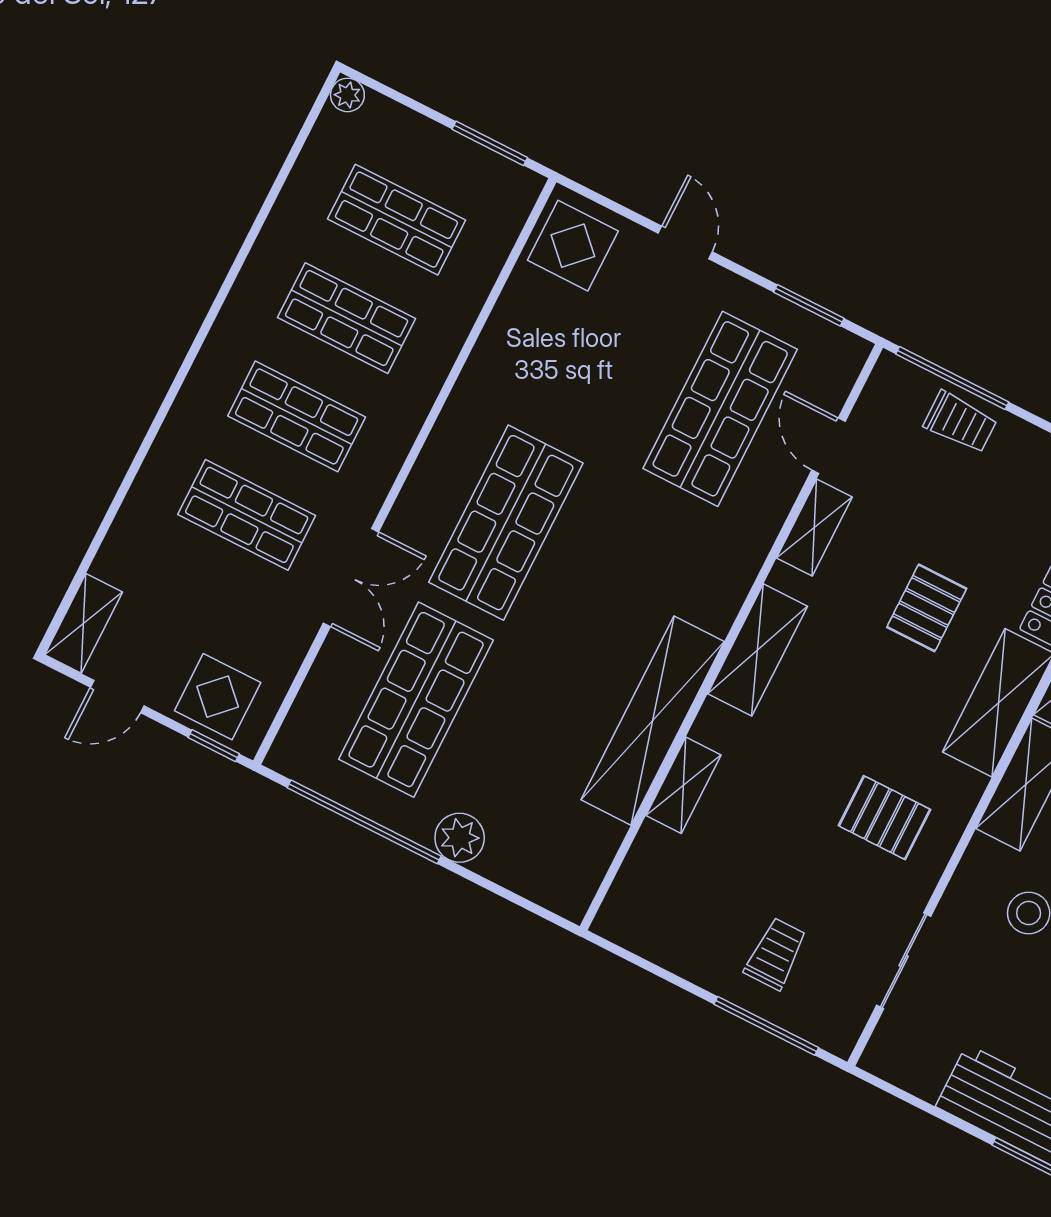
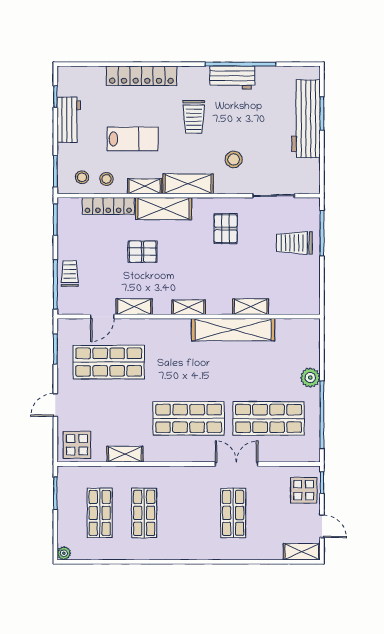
shelving: (498, 341) -> (125, 454), added
shop shelf: (297, 416) -> (189, 513), removed
shelving: (758, 650) -> (189, 307), width x0.67, depth x0.75
trolley: (776, 954) -> (294, 243), width x1.36, depth x1.39

